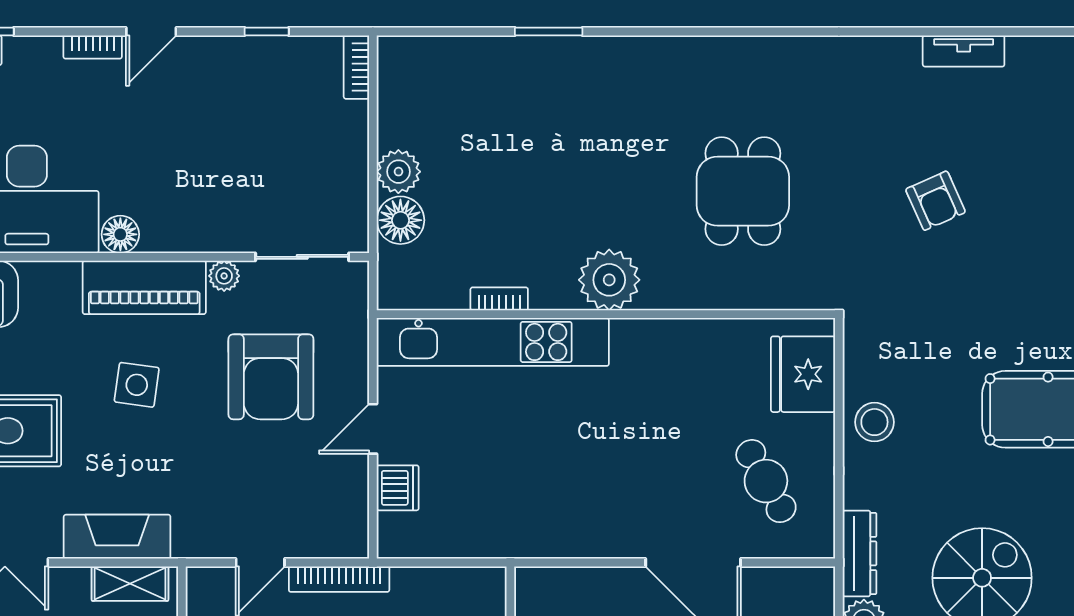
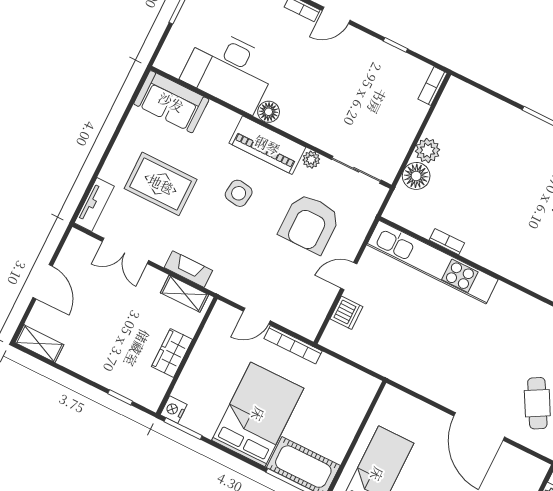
plant: (609, 280) -> (508, 260), removed
fireplace: (117, 537) -> (188, 269), width x0.73, depth x0.76

